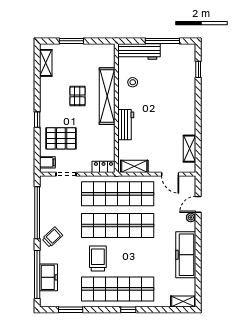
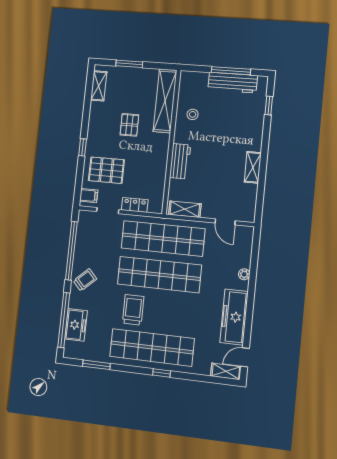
workbench: (139, 51) -> (233, 83), moved
shelving: (107, 96) -> (165, 101), moved
shelving: (190, 149) -> (253, 167), moved
locker: (103, 167) -> (135, 205), moved
door: (198, 204) -> (245, 357), moved

